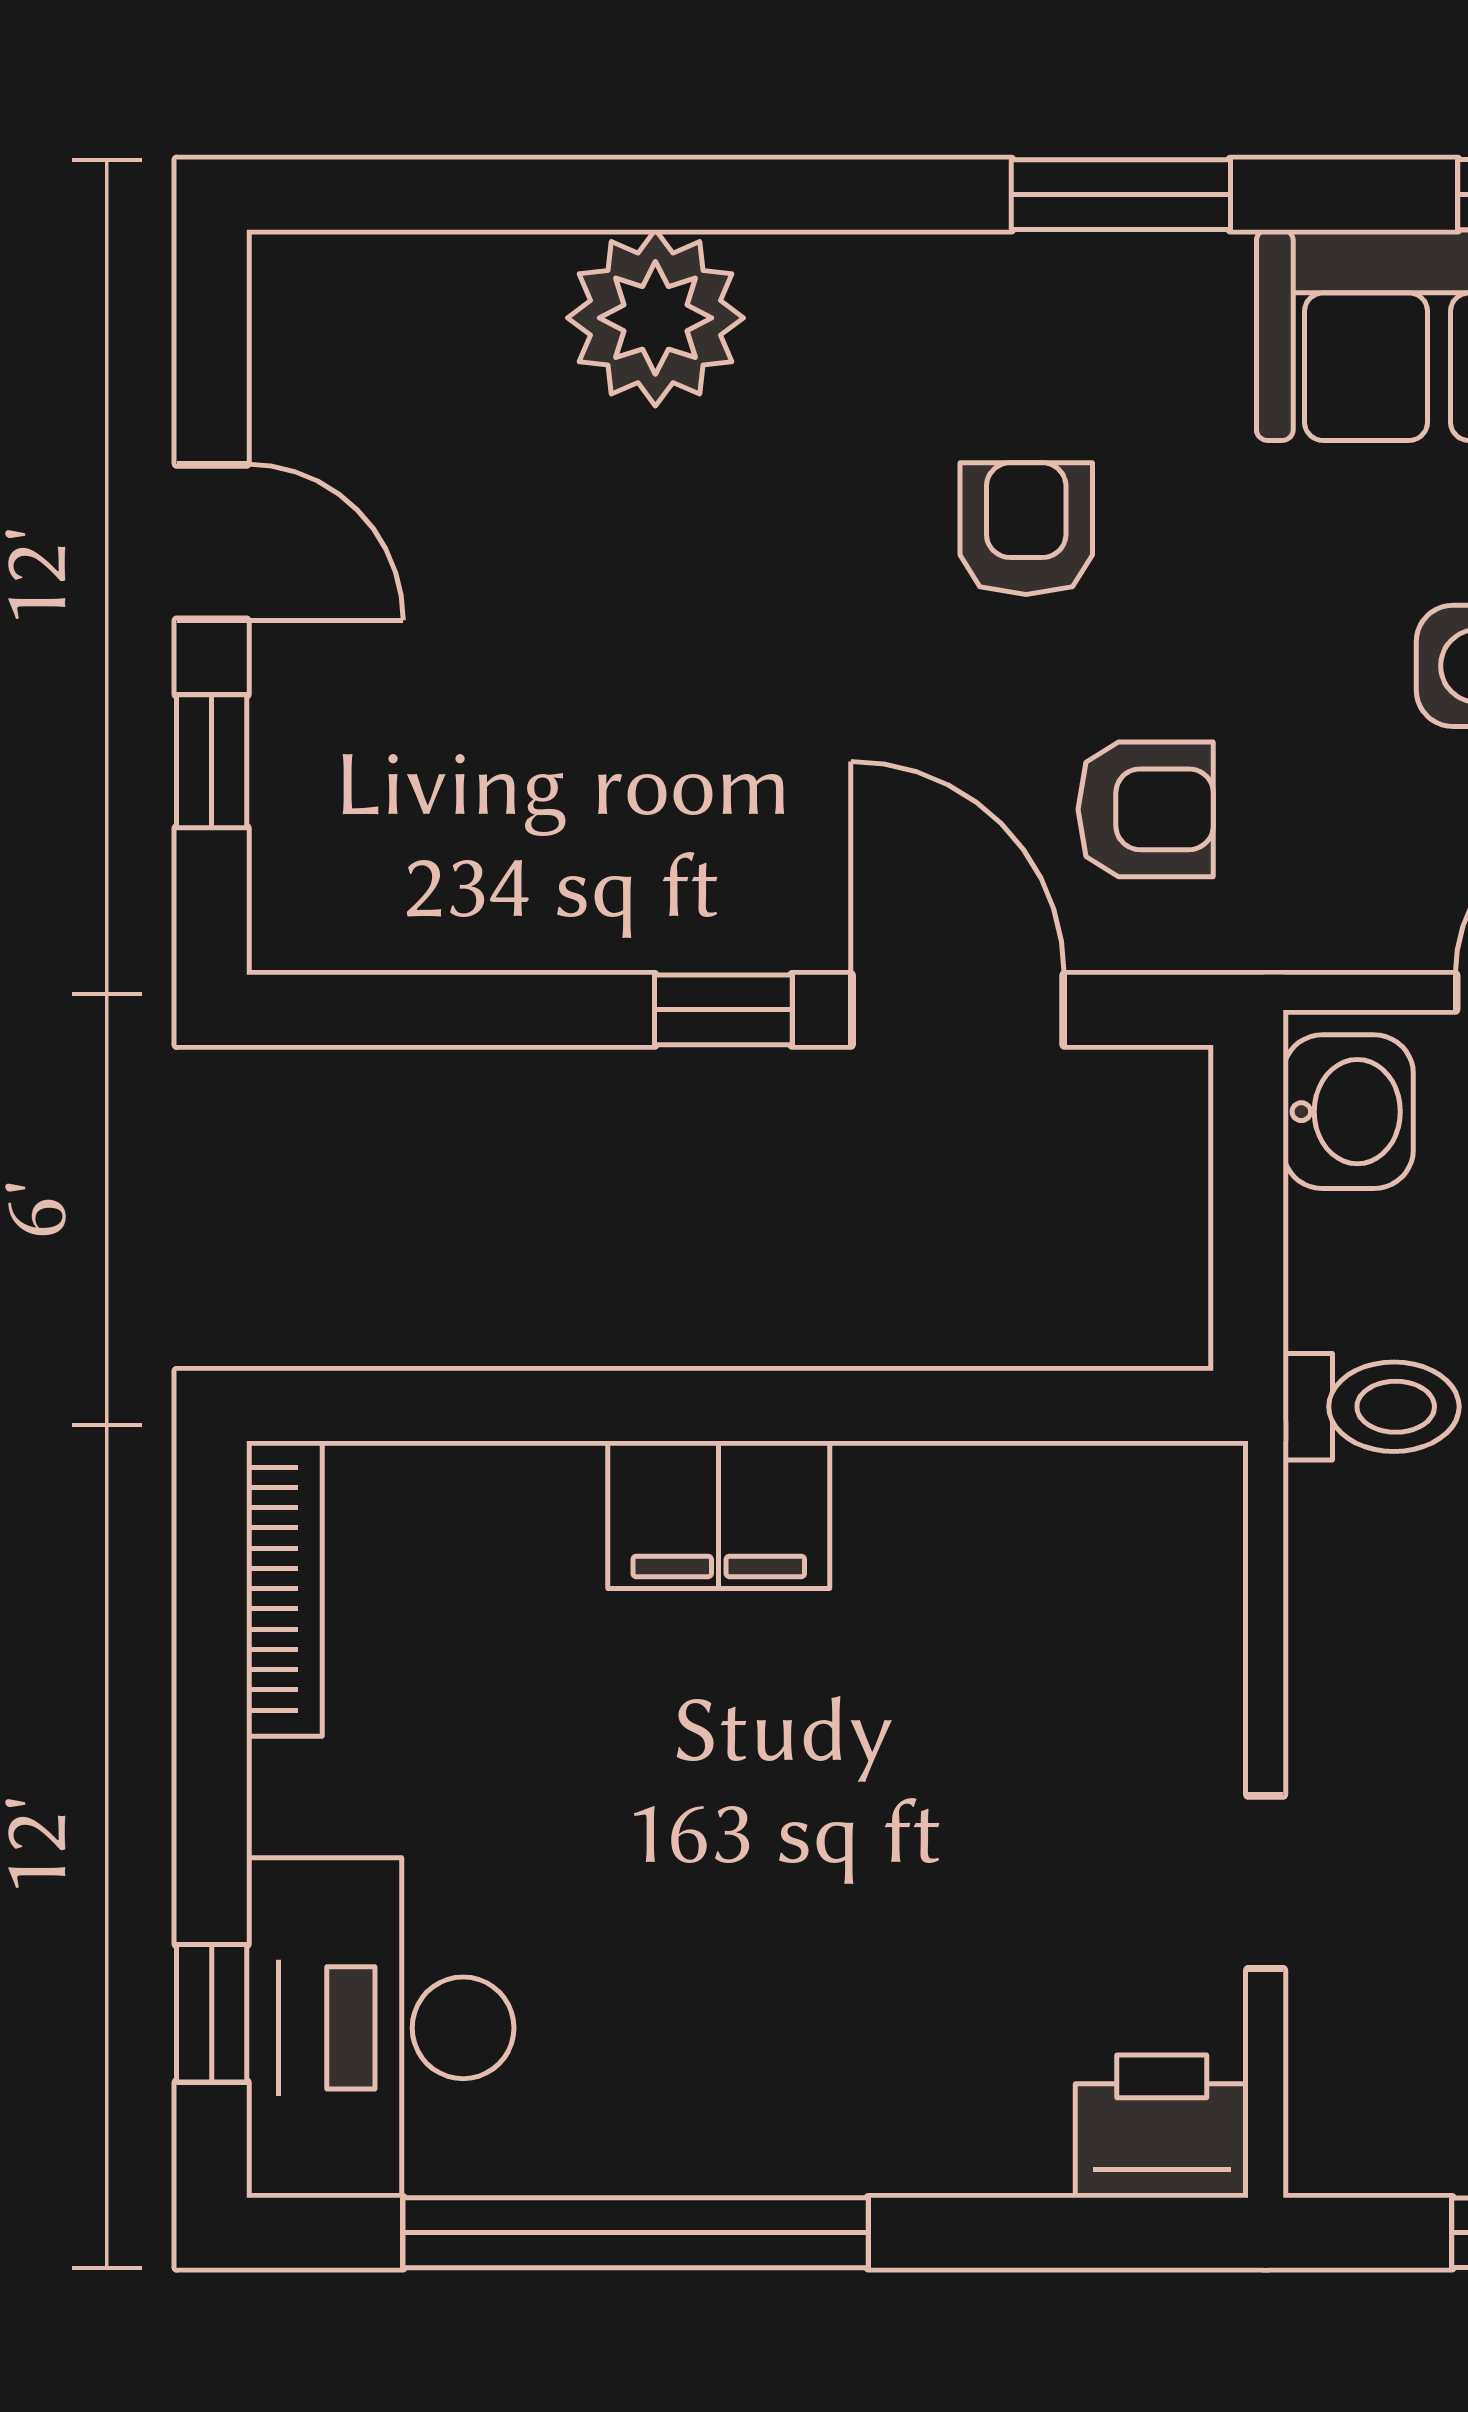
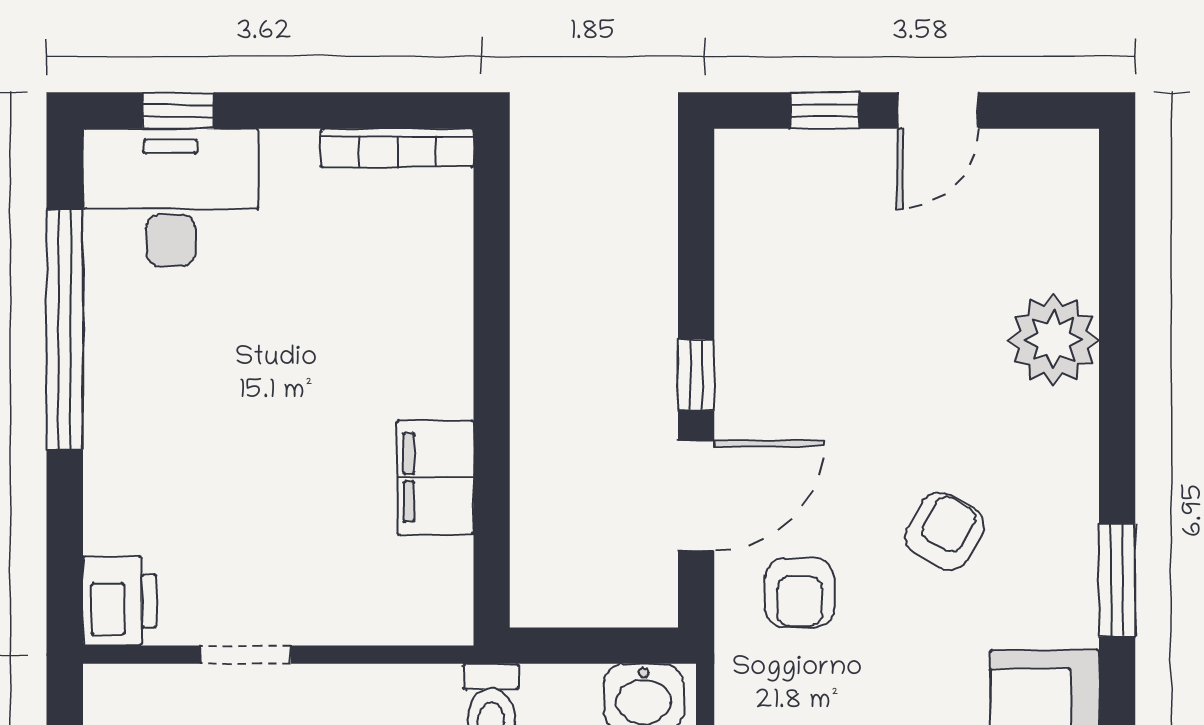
armchair: (1026, 529) -> (945, 531), turned -60
filing cabinet: (719, 1515) -> (435, 477), moved

